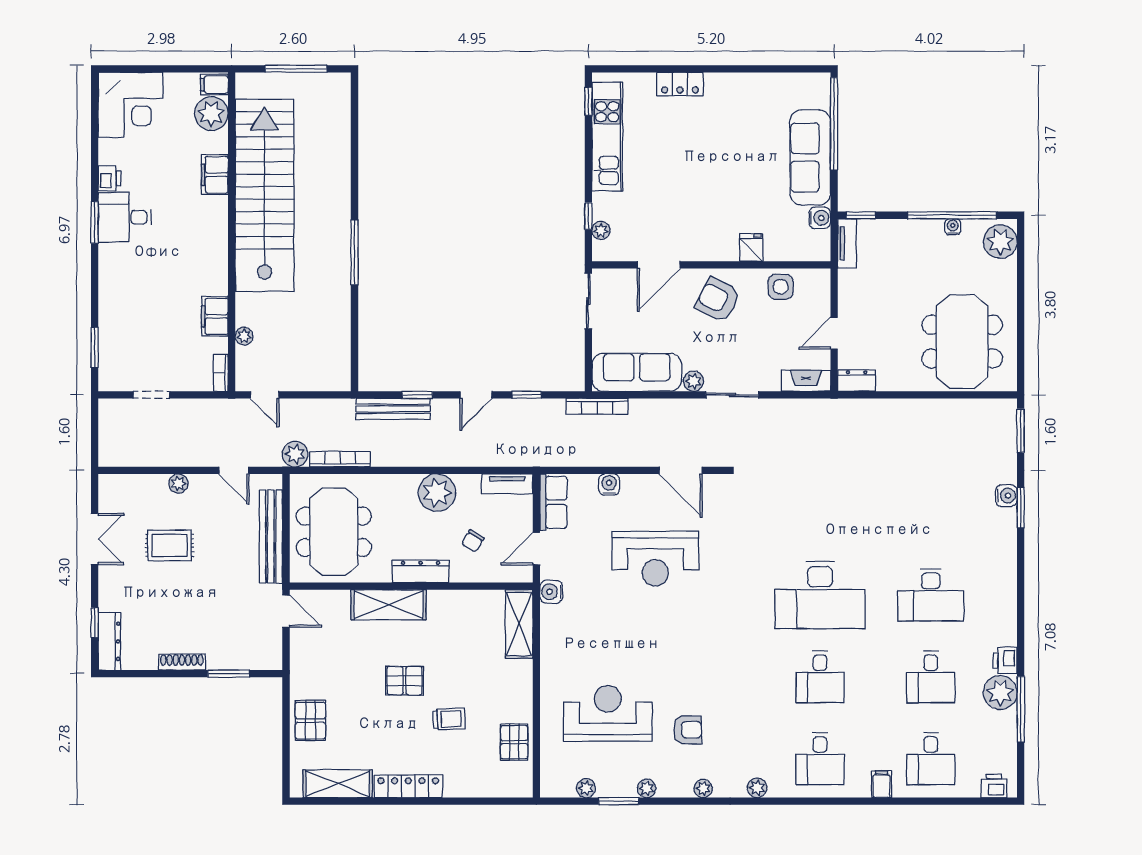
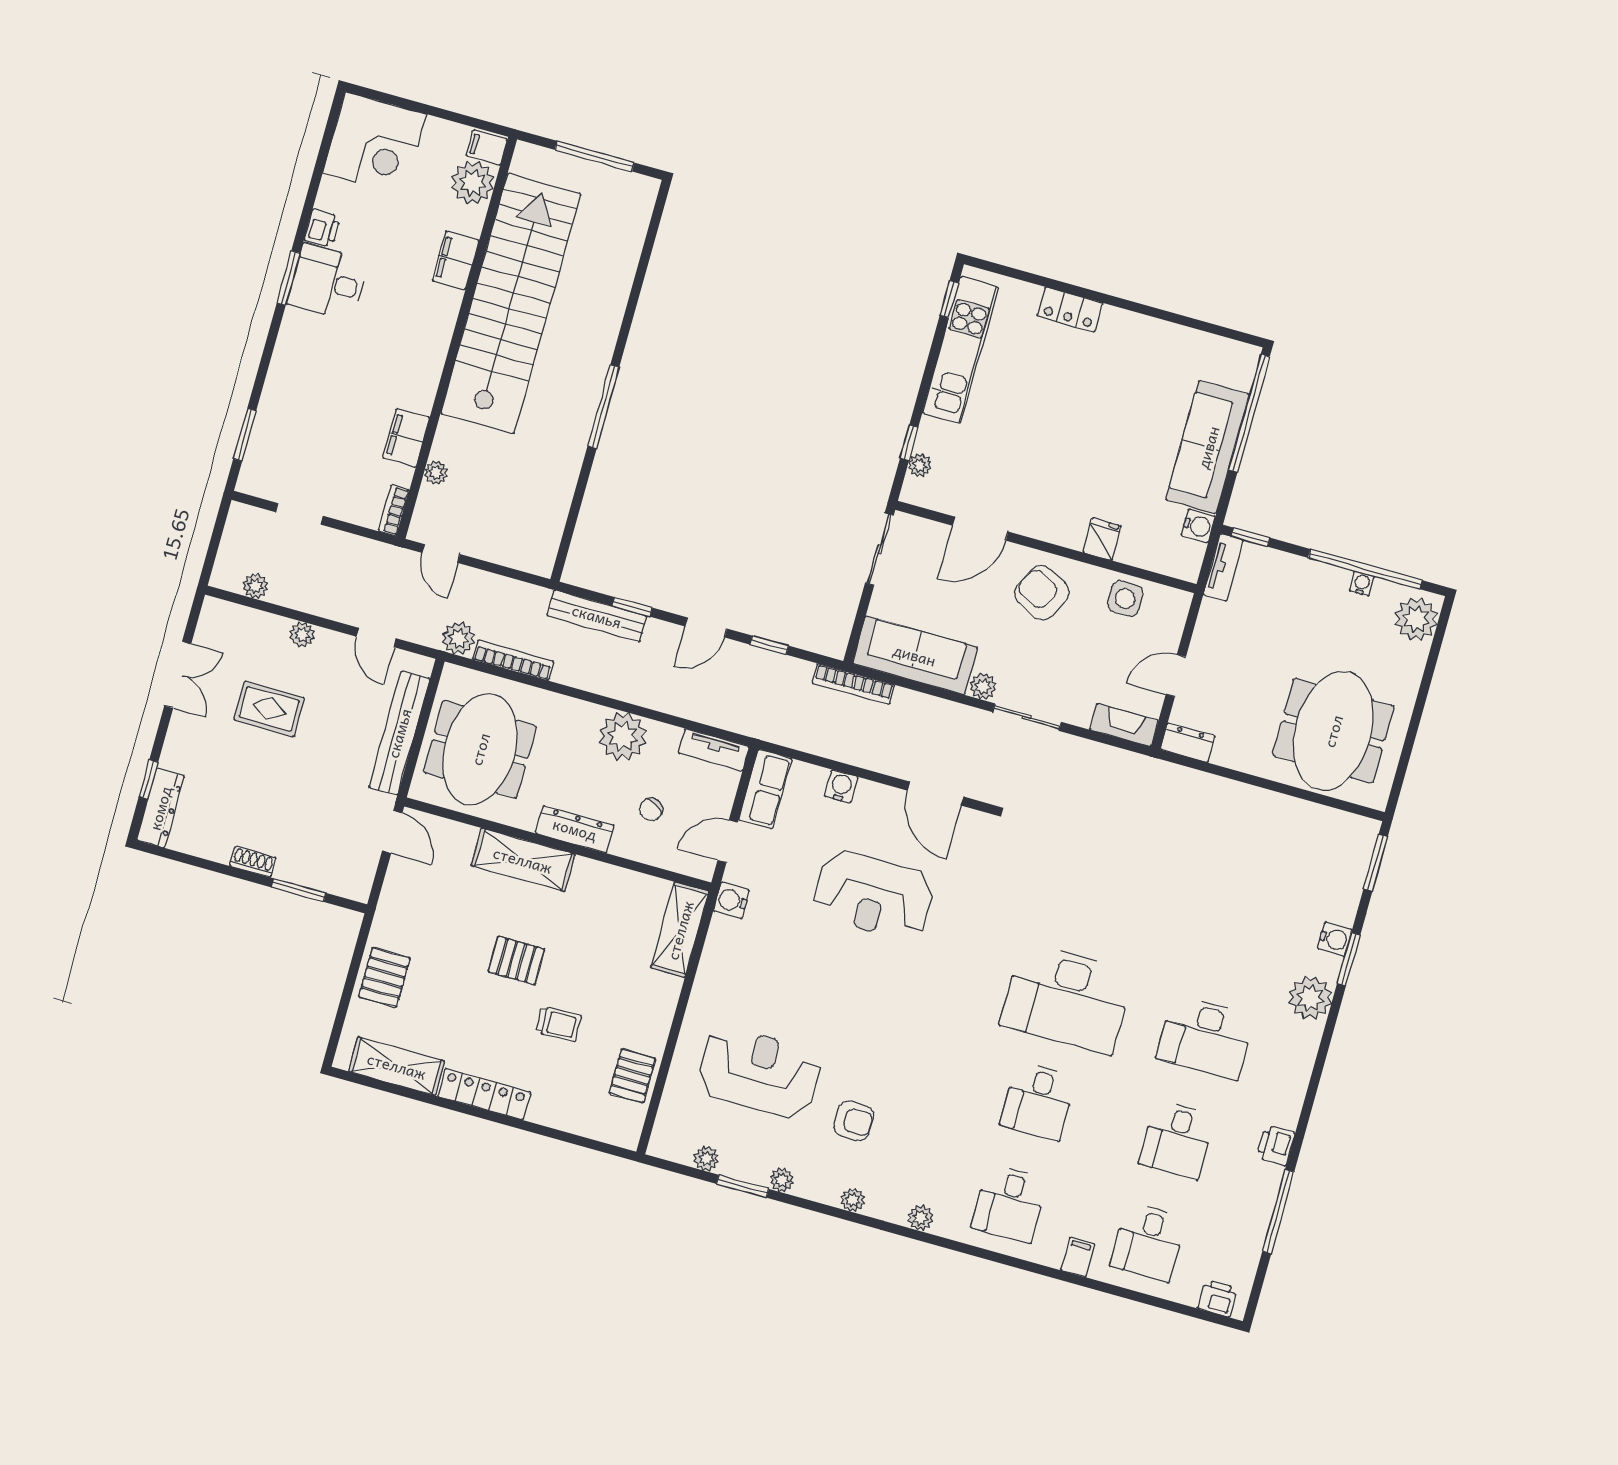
plant: (134, 457) -> (255, 586), added
shoe rack: (182, 662) -> (253, 862), width x0.70
plant: (1000, 693) -> (1310, 998), moved

